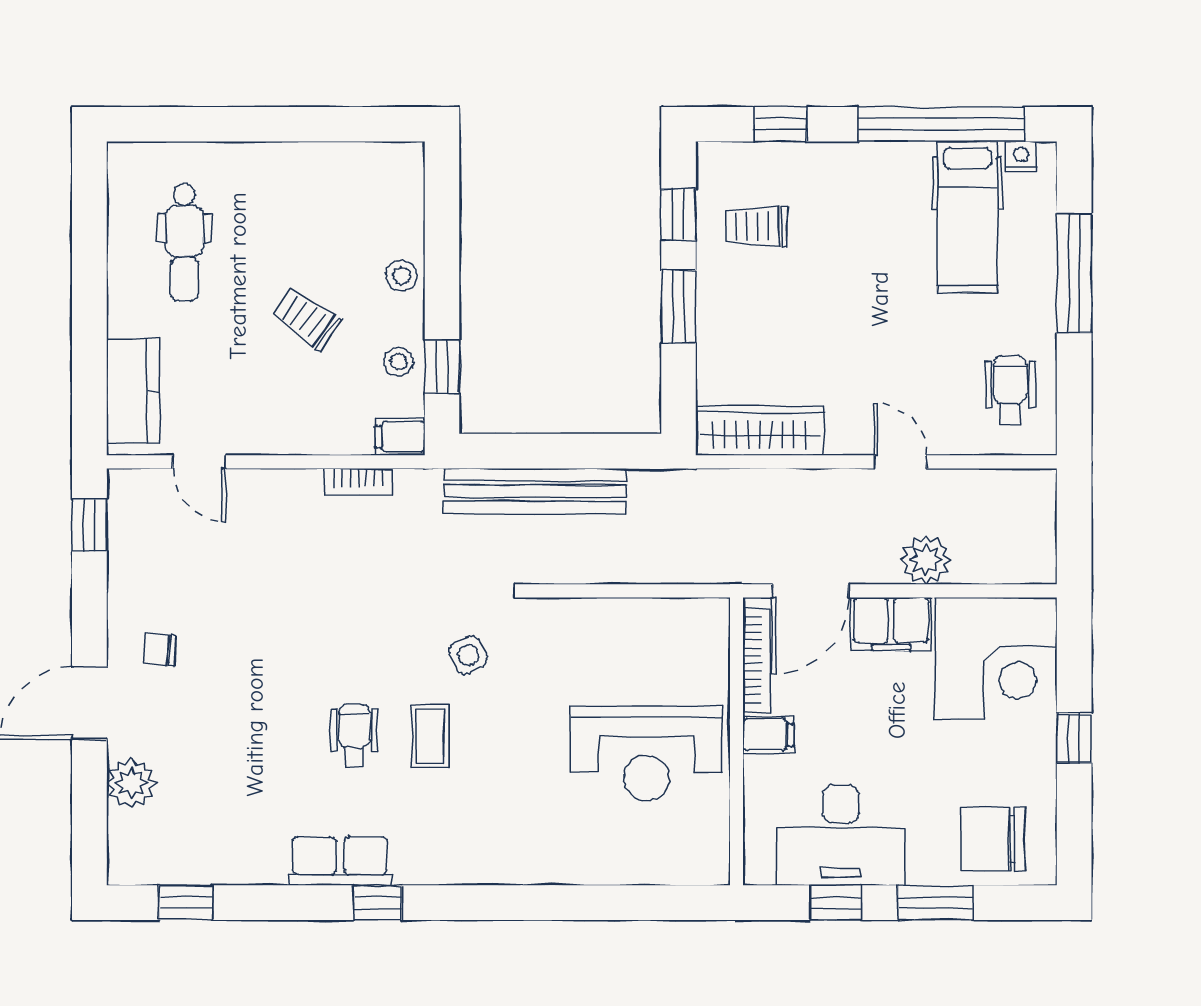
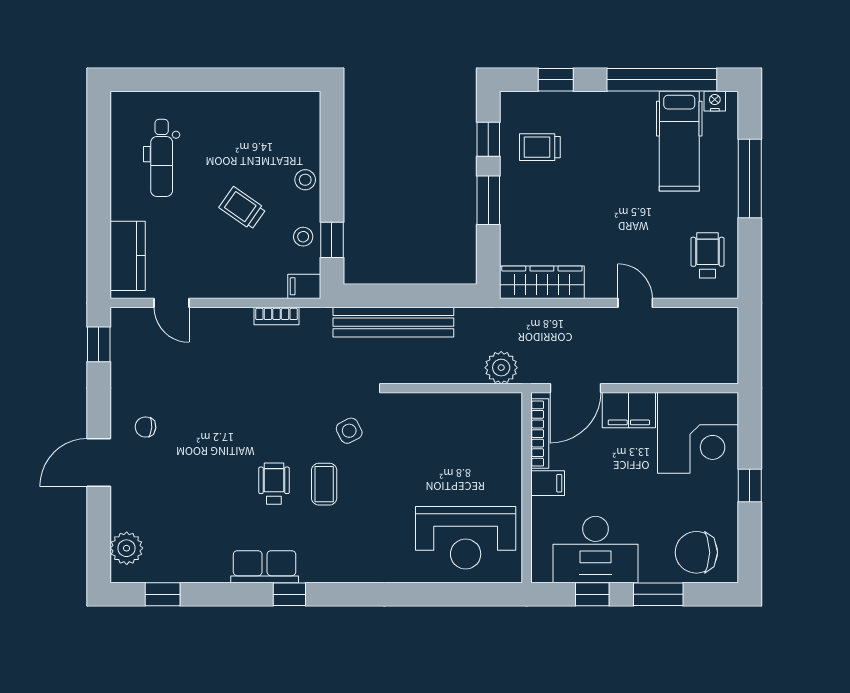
plant: (926, 560) -> (501, 368), moved
reception desk: (646, 753) -> (466, 538), moved
plant: (131, 783) -> (127, 548), moved

